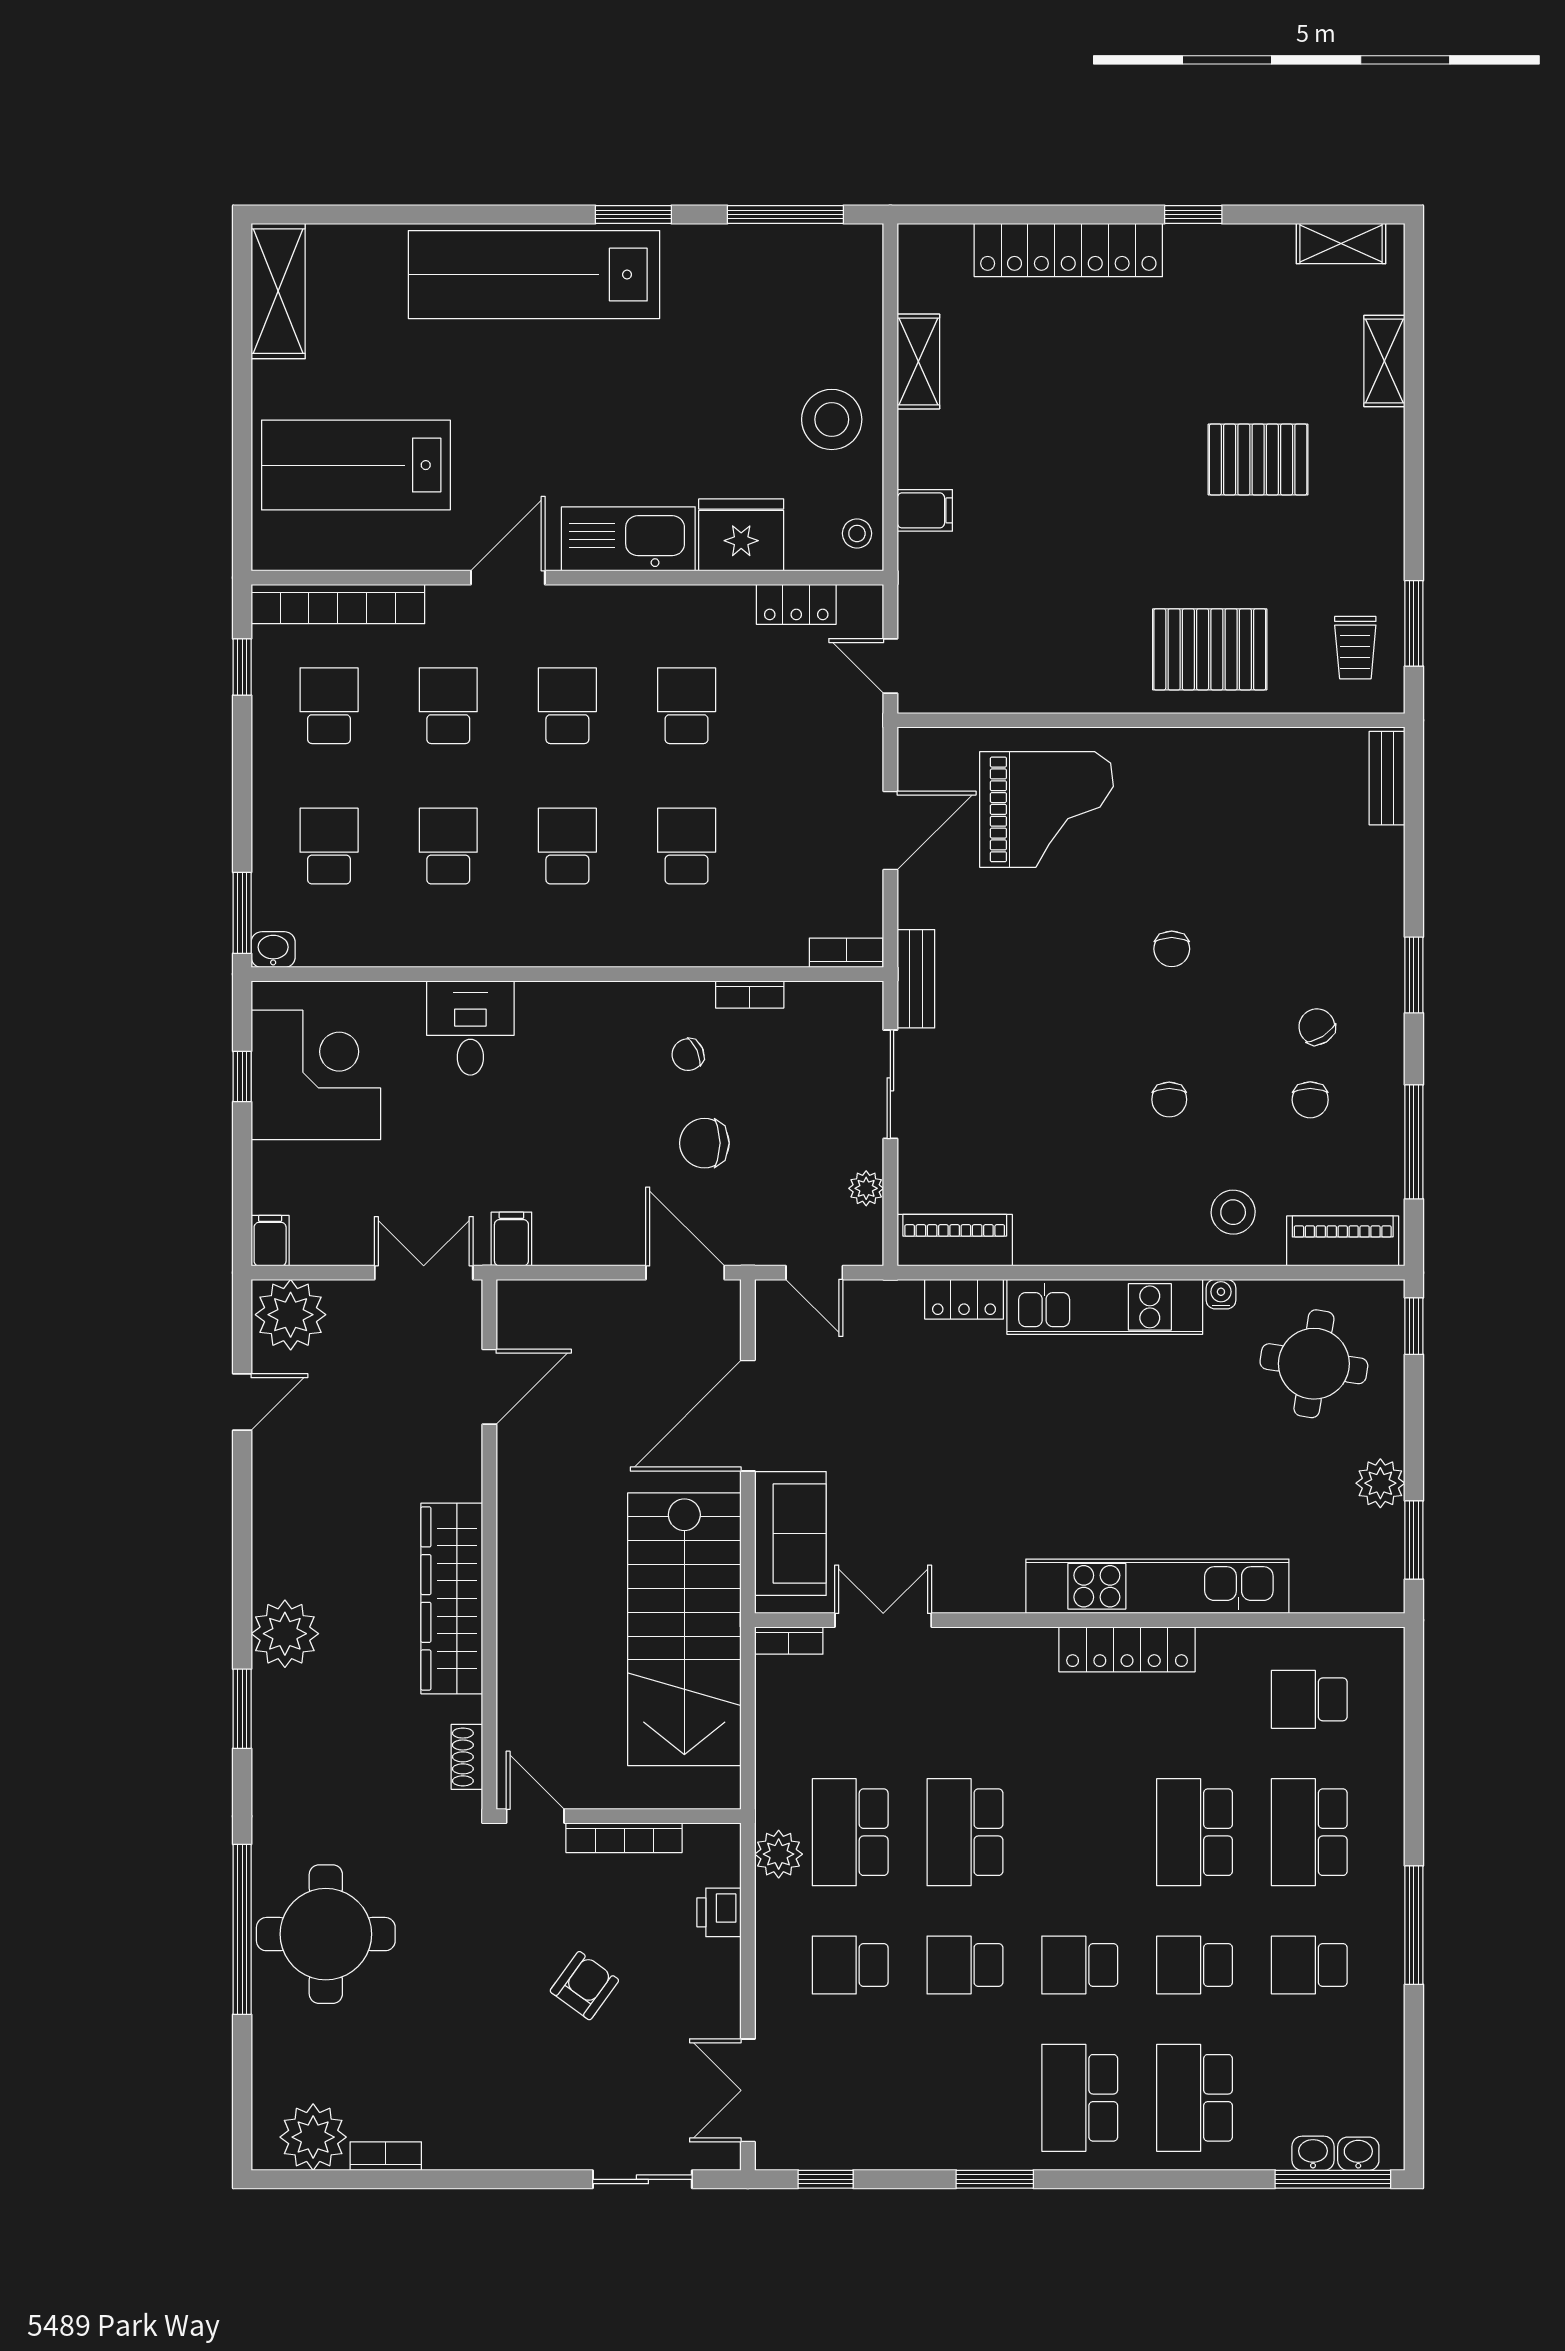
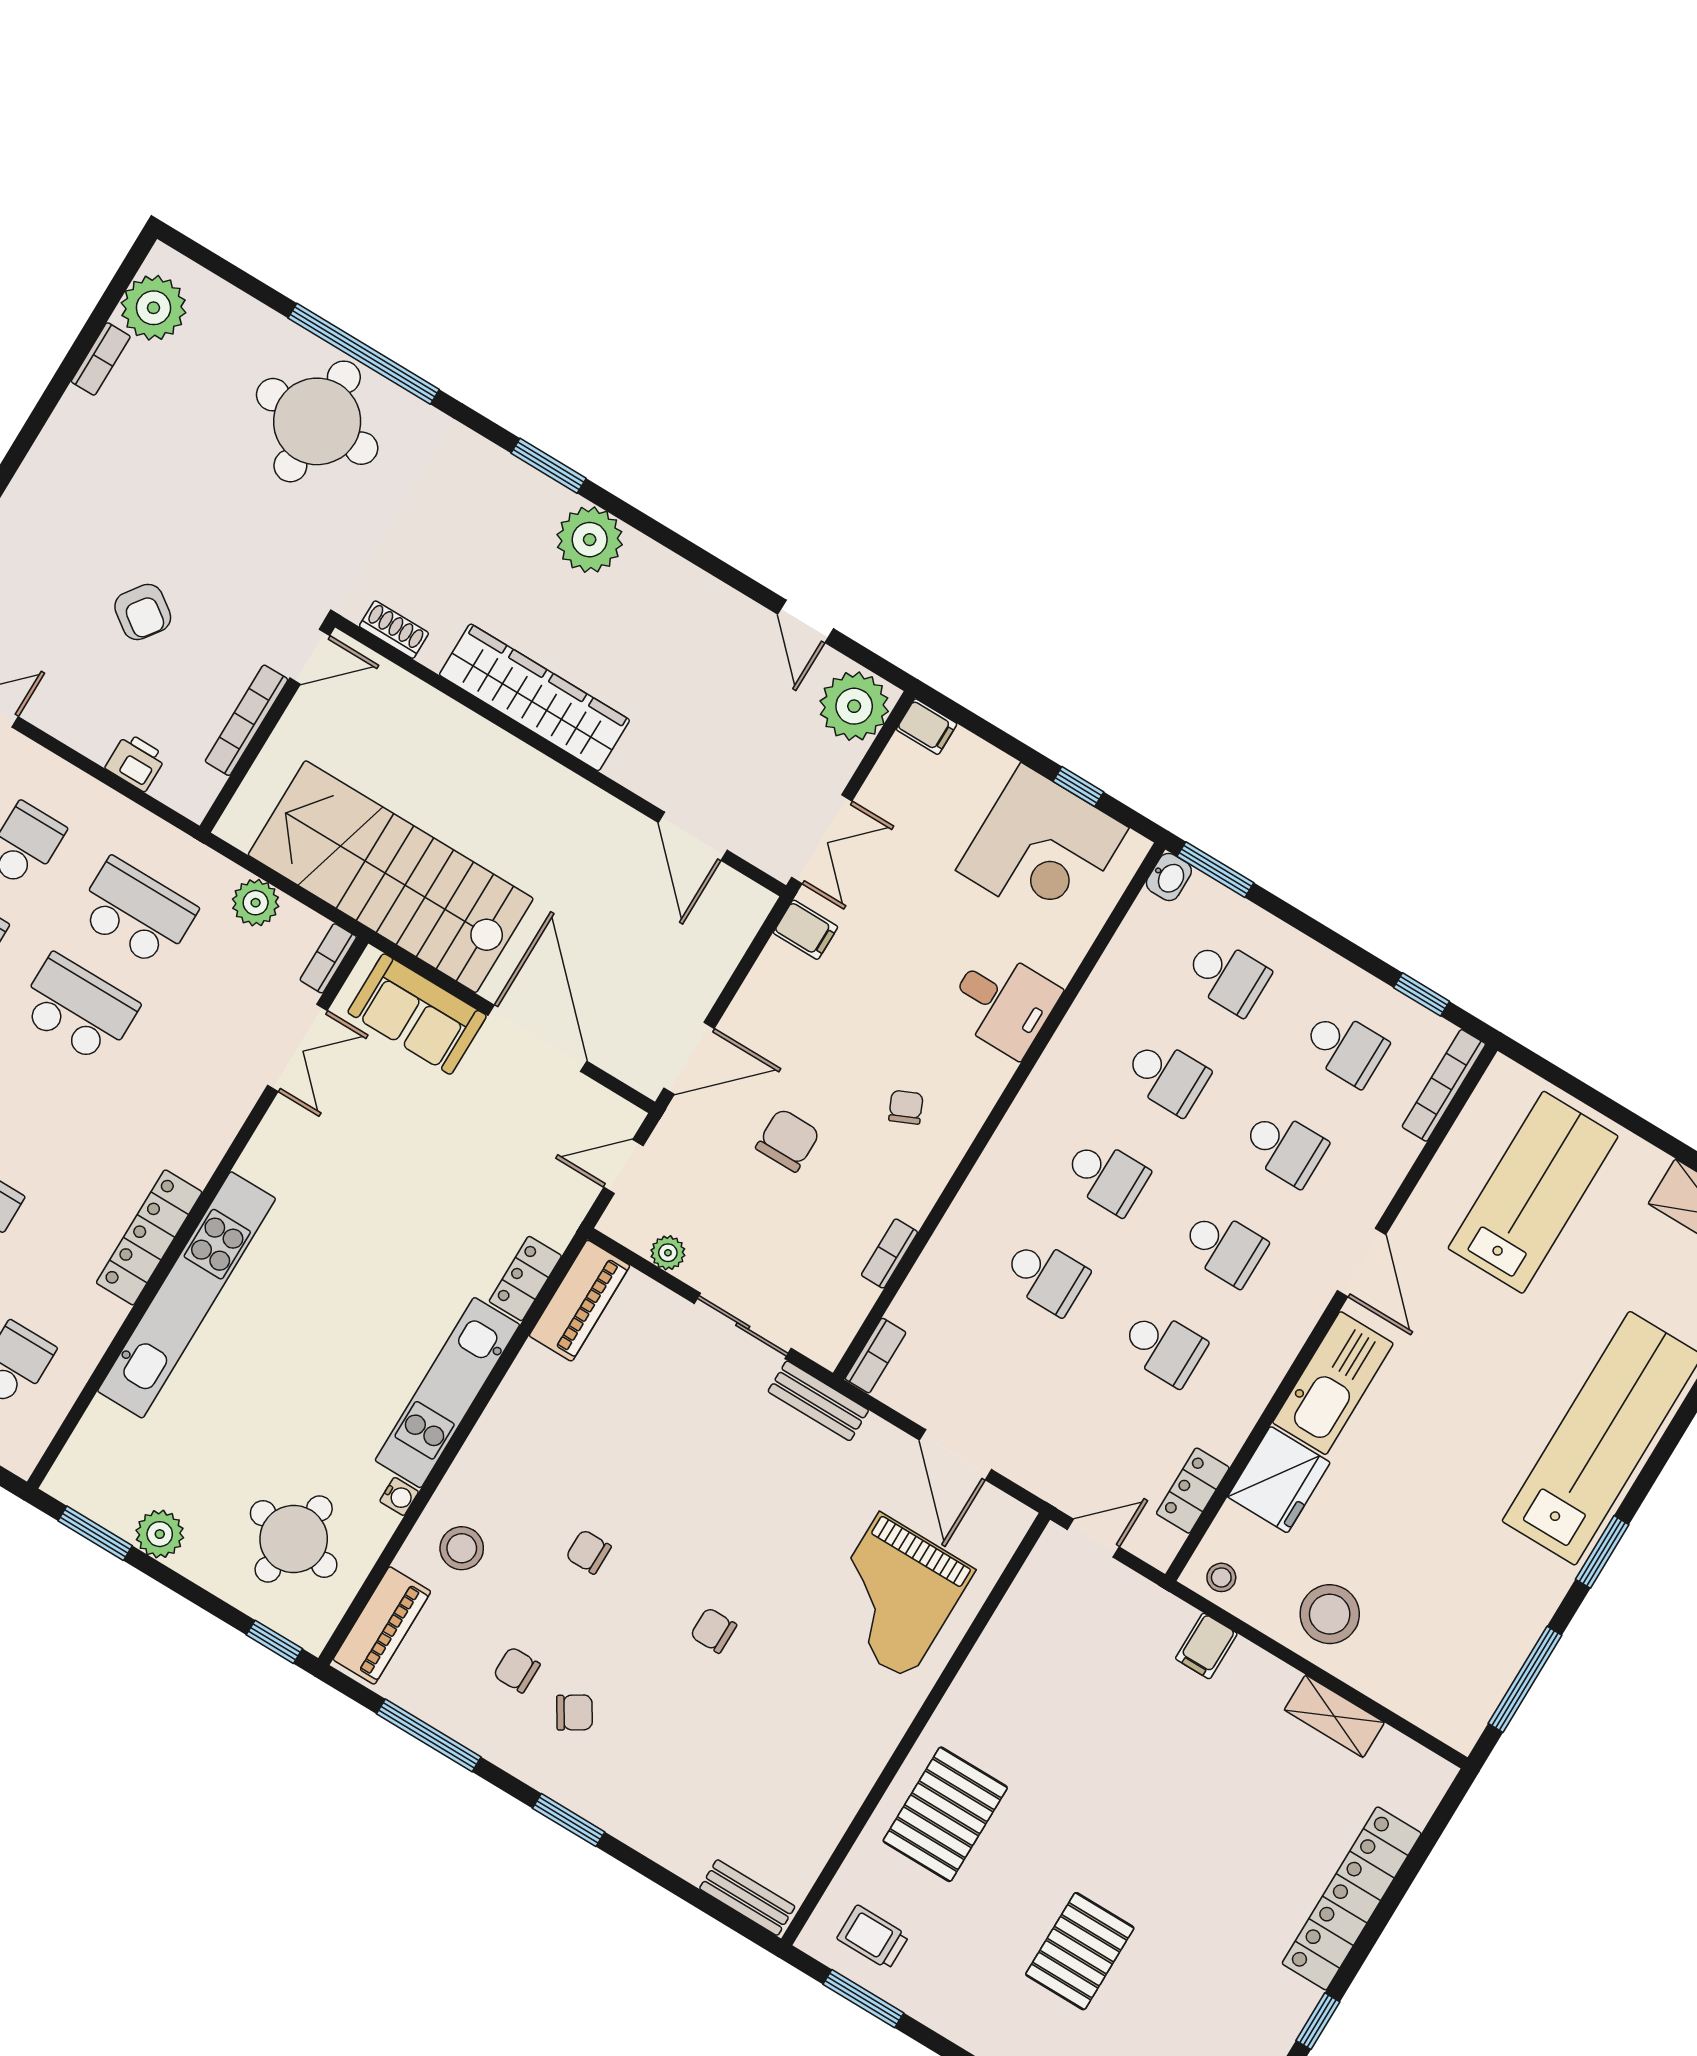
bookcase: (338, 604) -> (1444, 1085), width x0.68, depth x0.76
chair: (688, 1055) -> (906, 1107), moved
plant: (779, 1854) -> (256, 903), moved

